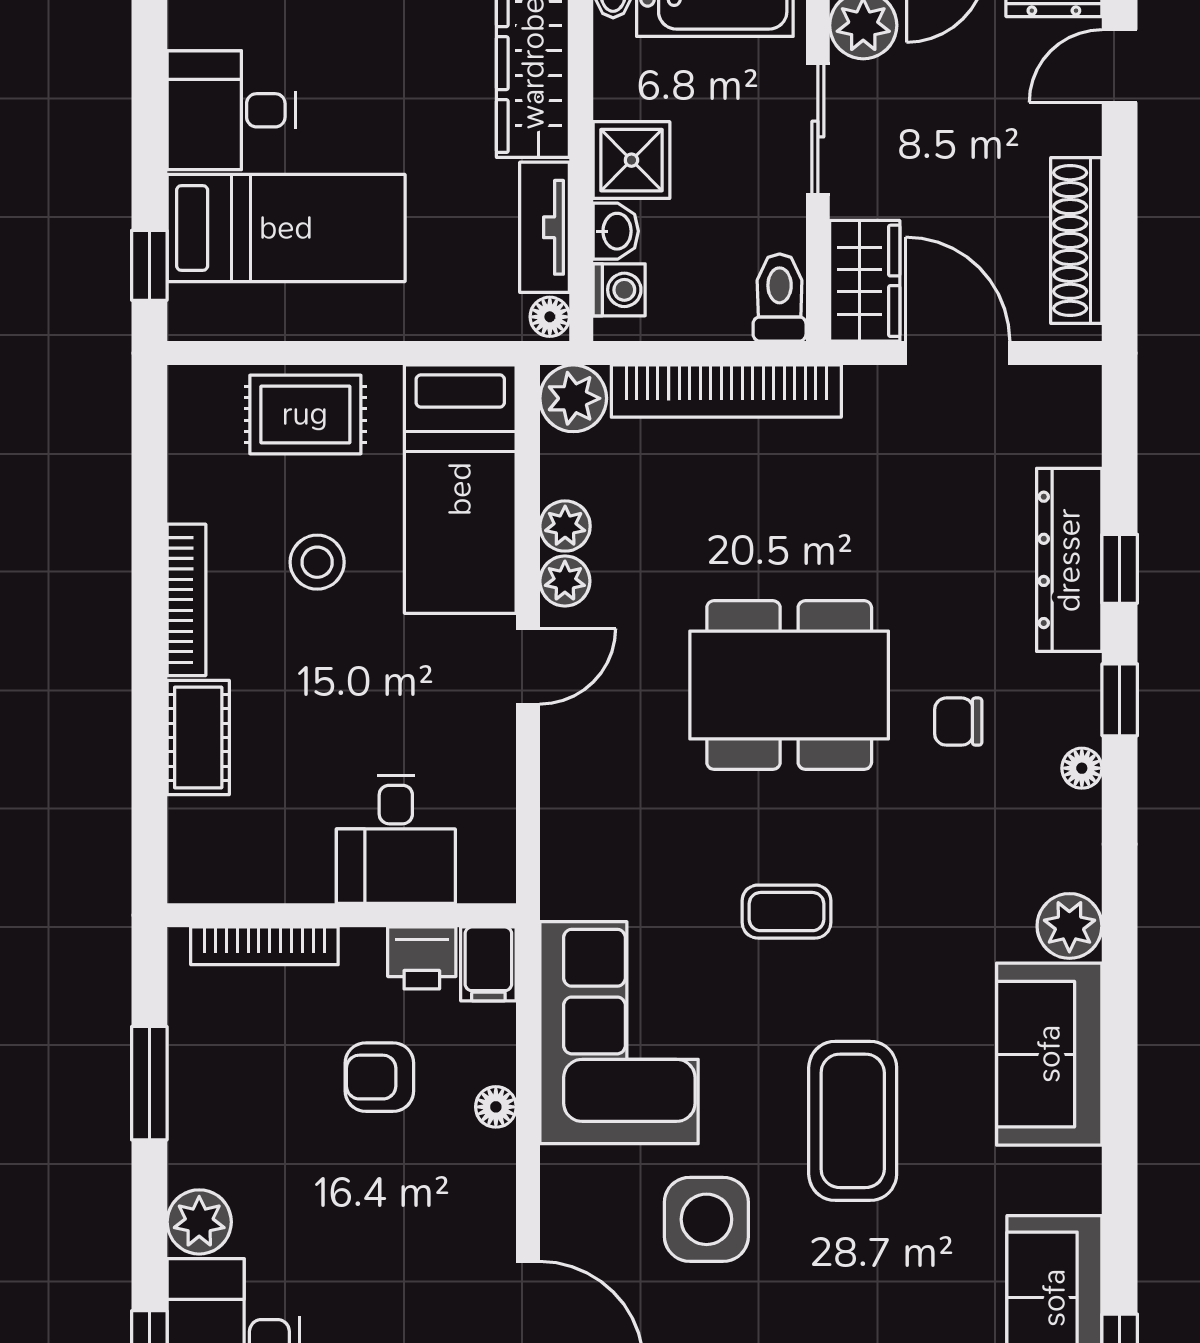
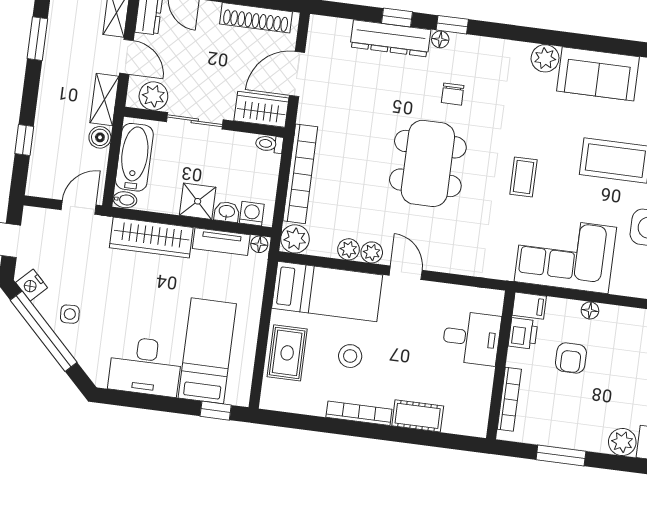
desk: (231, 110) -> (145, 366), width x1.37
toilet: (780, 298) -> (269, 144), width x0.73, depth x0.72
floor lamp: (1082, 768) -> (440, 39), moved

